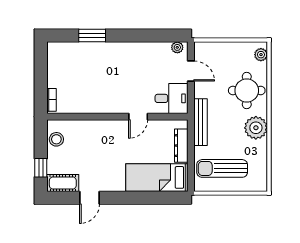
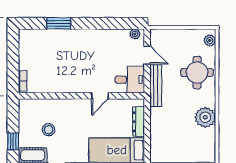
bench: (201, 122) -> (156, 86), moved
plant: (256, 128) -> (205, 117), moved
stool: (56, 139) -> (49, 130), moved
sun lounger: (222, 168) -> (175, 142), removed

